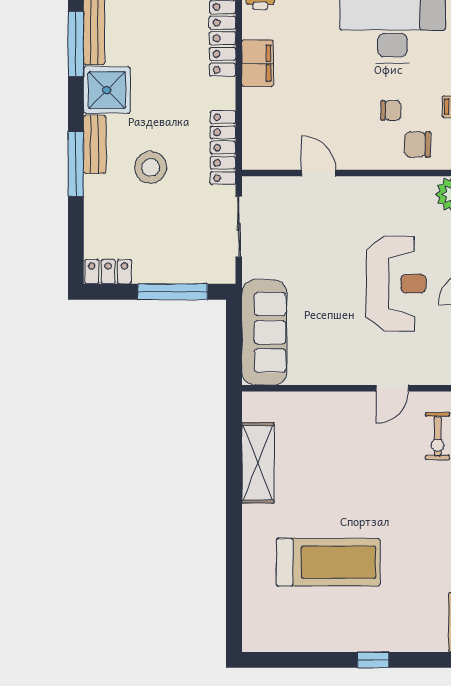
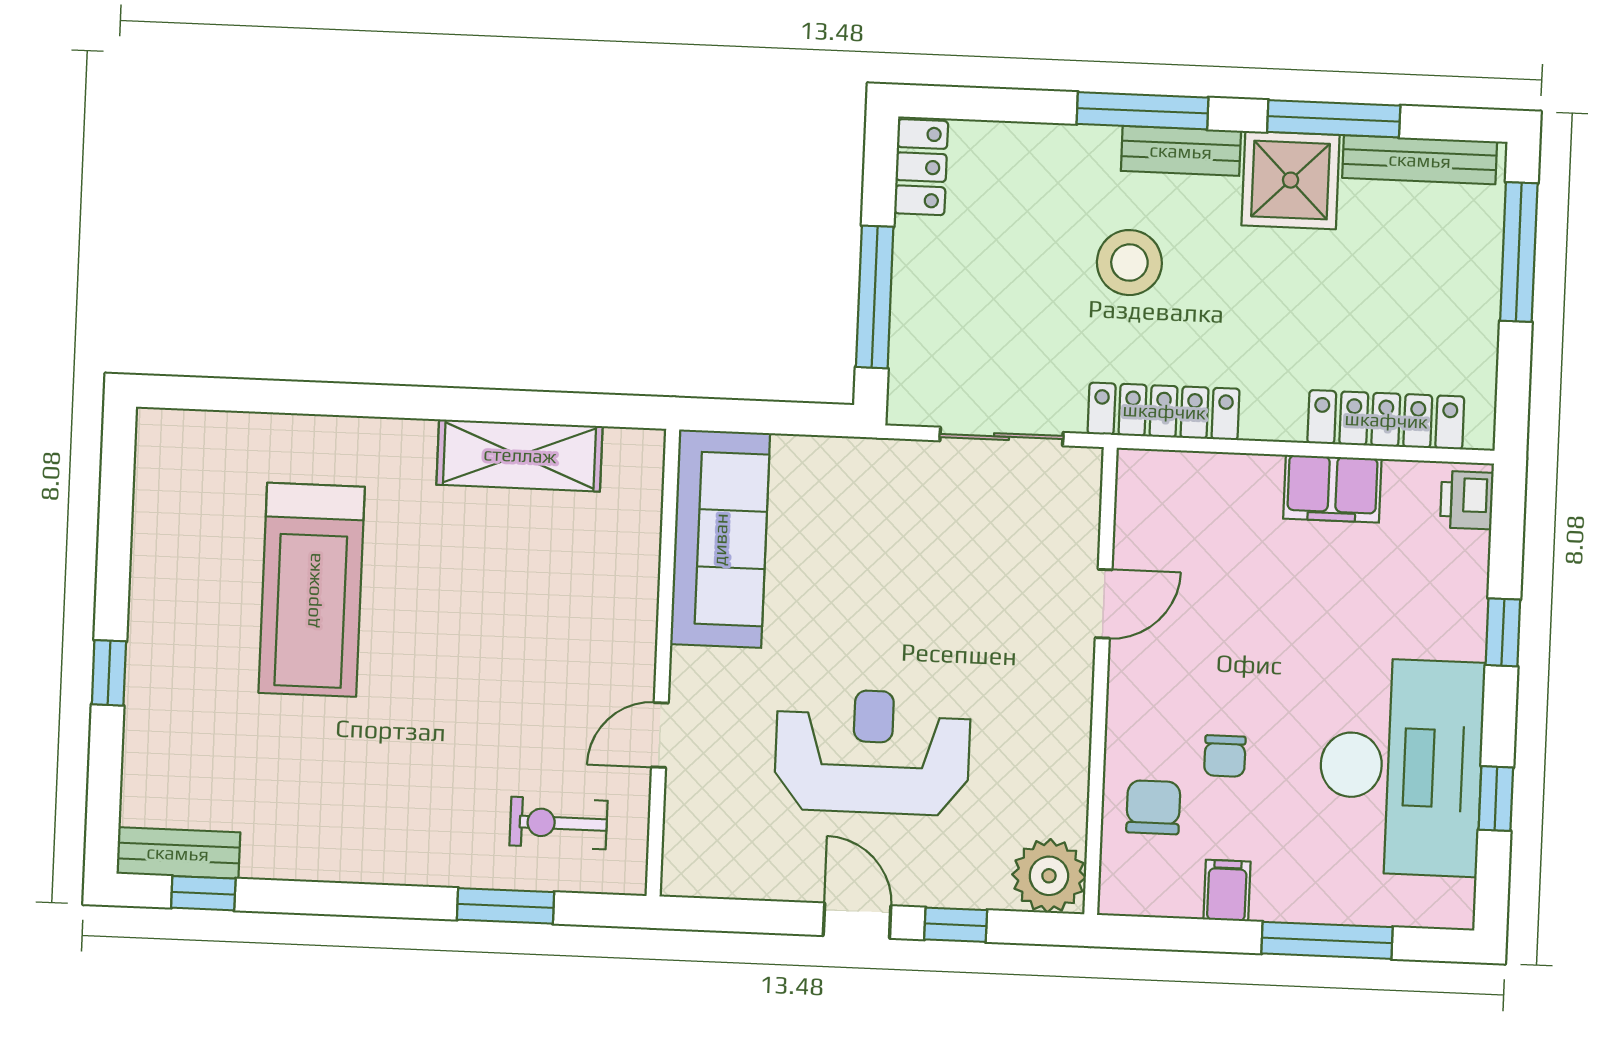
window: (76, 44) -> (1334, 119), moved
reception desk: (396, 284) -> (872, 752), turned 180
sofa: (264, 332) -> (720, 539), moved, turned -90
door: (392, 388) -> (660, 735), hinge flipped

